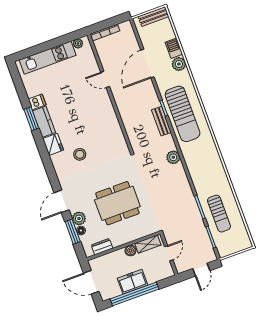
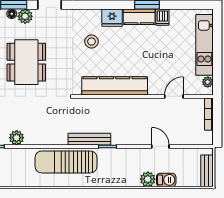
door: (147, 64) -> (160, 146), width x0.53
door: (105, 79) -> (174, 96), moved
sun lounger: (183, 114) -> (66, 162), moved
kitchen counter: (110, 121) -> (115, 86), added
bench: (161, 121) -> (89, 139), width x1.36
plant: (173, 157) -> (17, 138), moved

